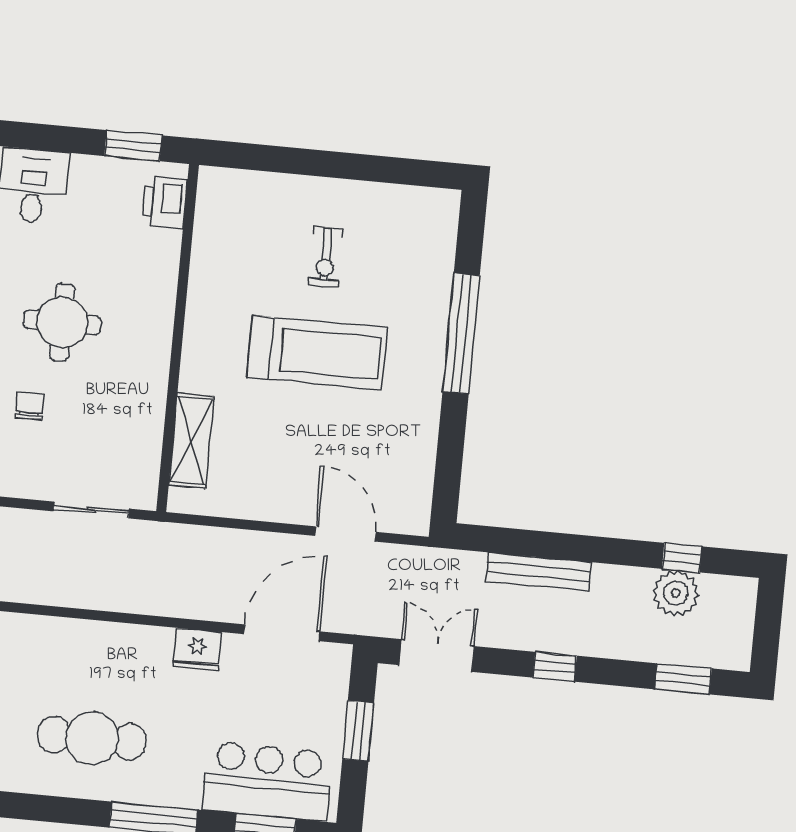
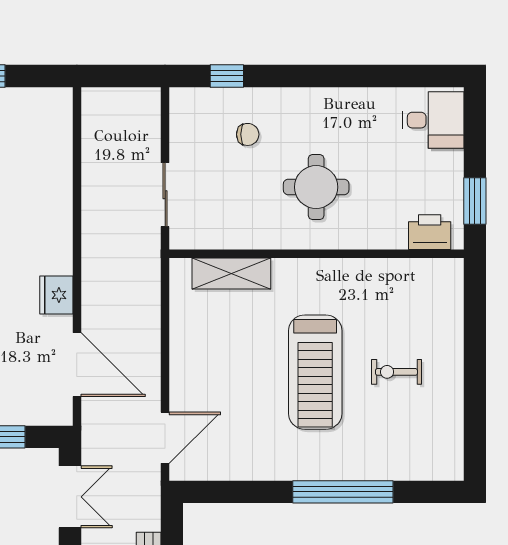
round table: (62, 322) -> (316, 187), moved
door: (345, 534) -> (165, 438), moved

